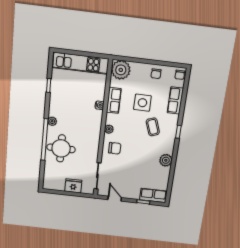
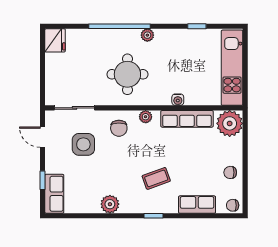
row of seats: (114, 100) -> (187, 119), width x1.48
side table: (142, 103) -> (83, 144), moved
round table: (61, 148) -> (127, 74), moved
fridge: (73, 186) -> (55, 40), moved
door: (115, 199) -> (43, 137), swing flipped

